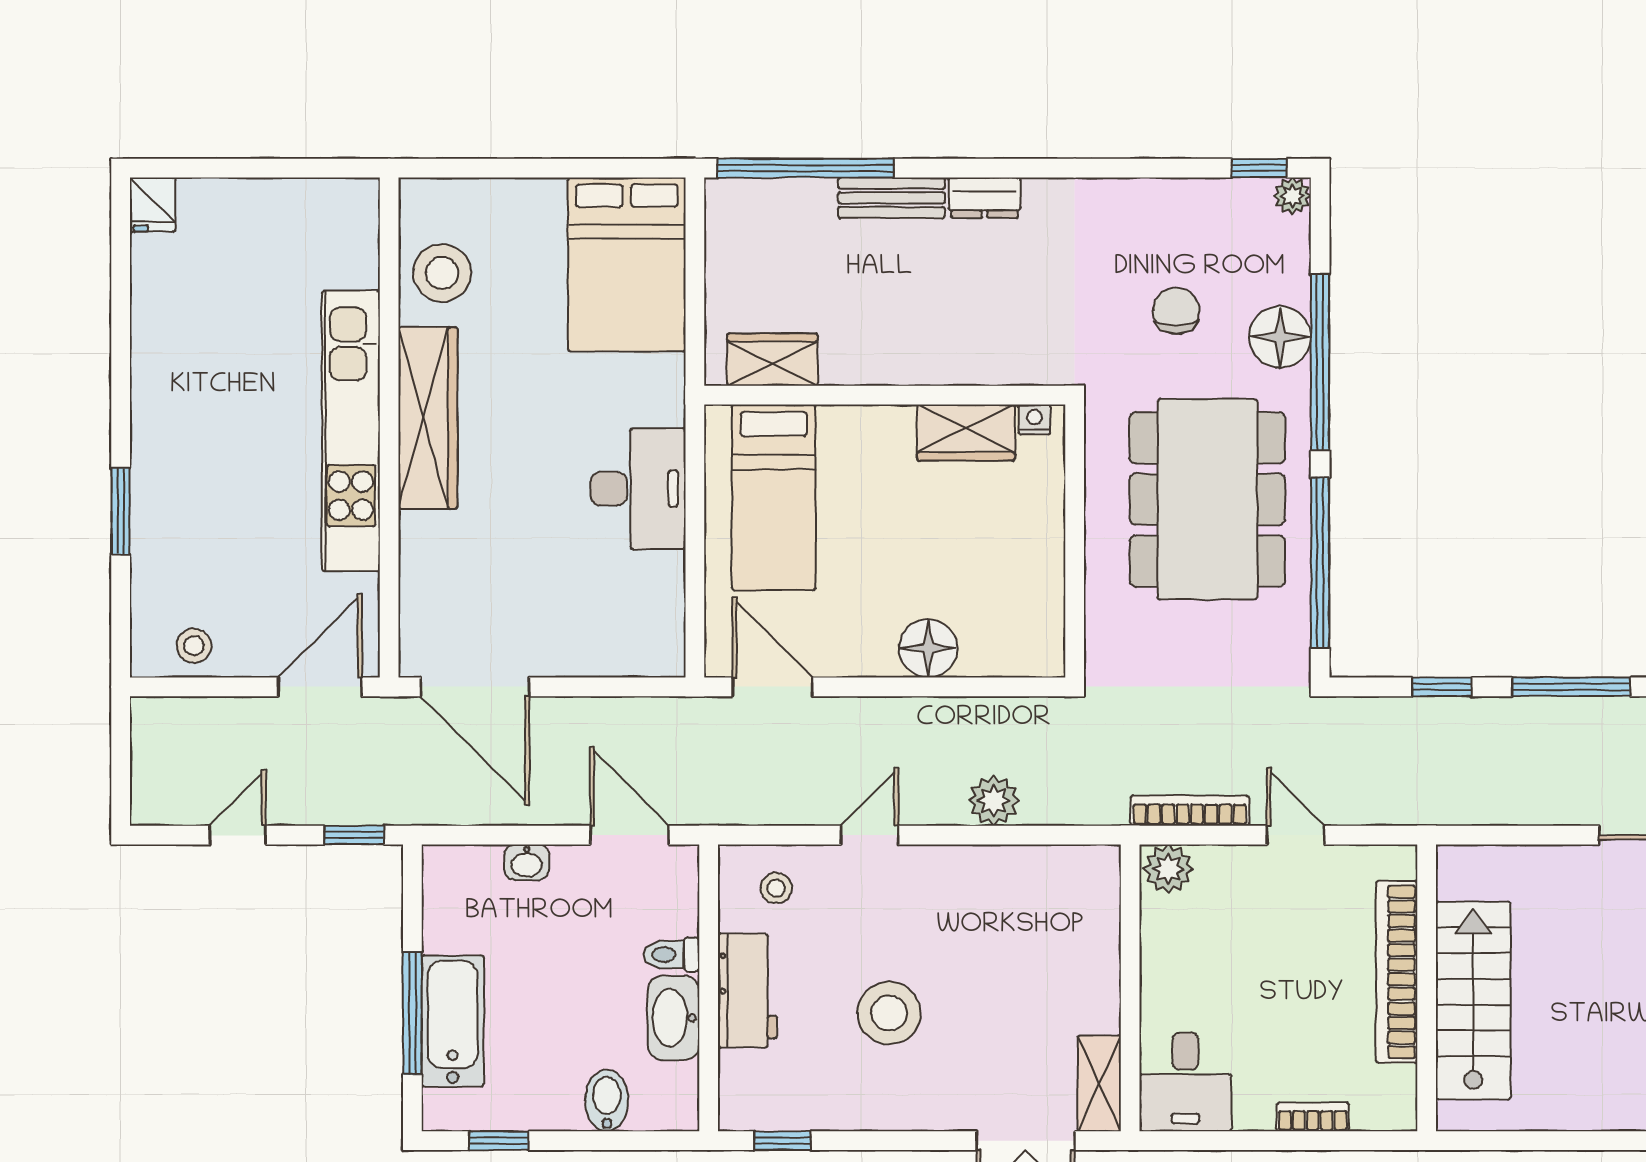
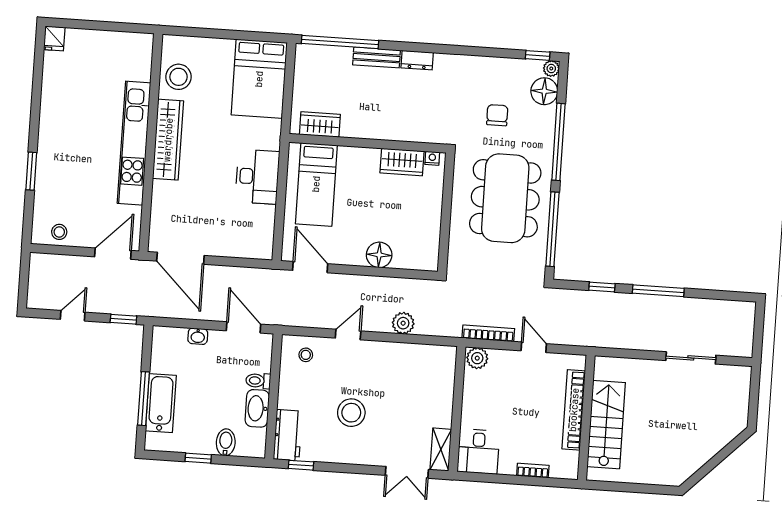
floor lamp: (1280, 337) -> (544, 91), moved
workbench: (748, 991) -> (288, 435), moved
window: (499, 1141) -> (198, 458), moved

